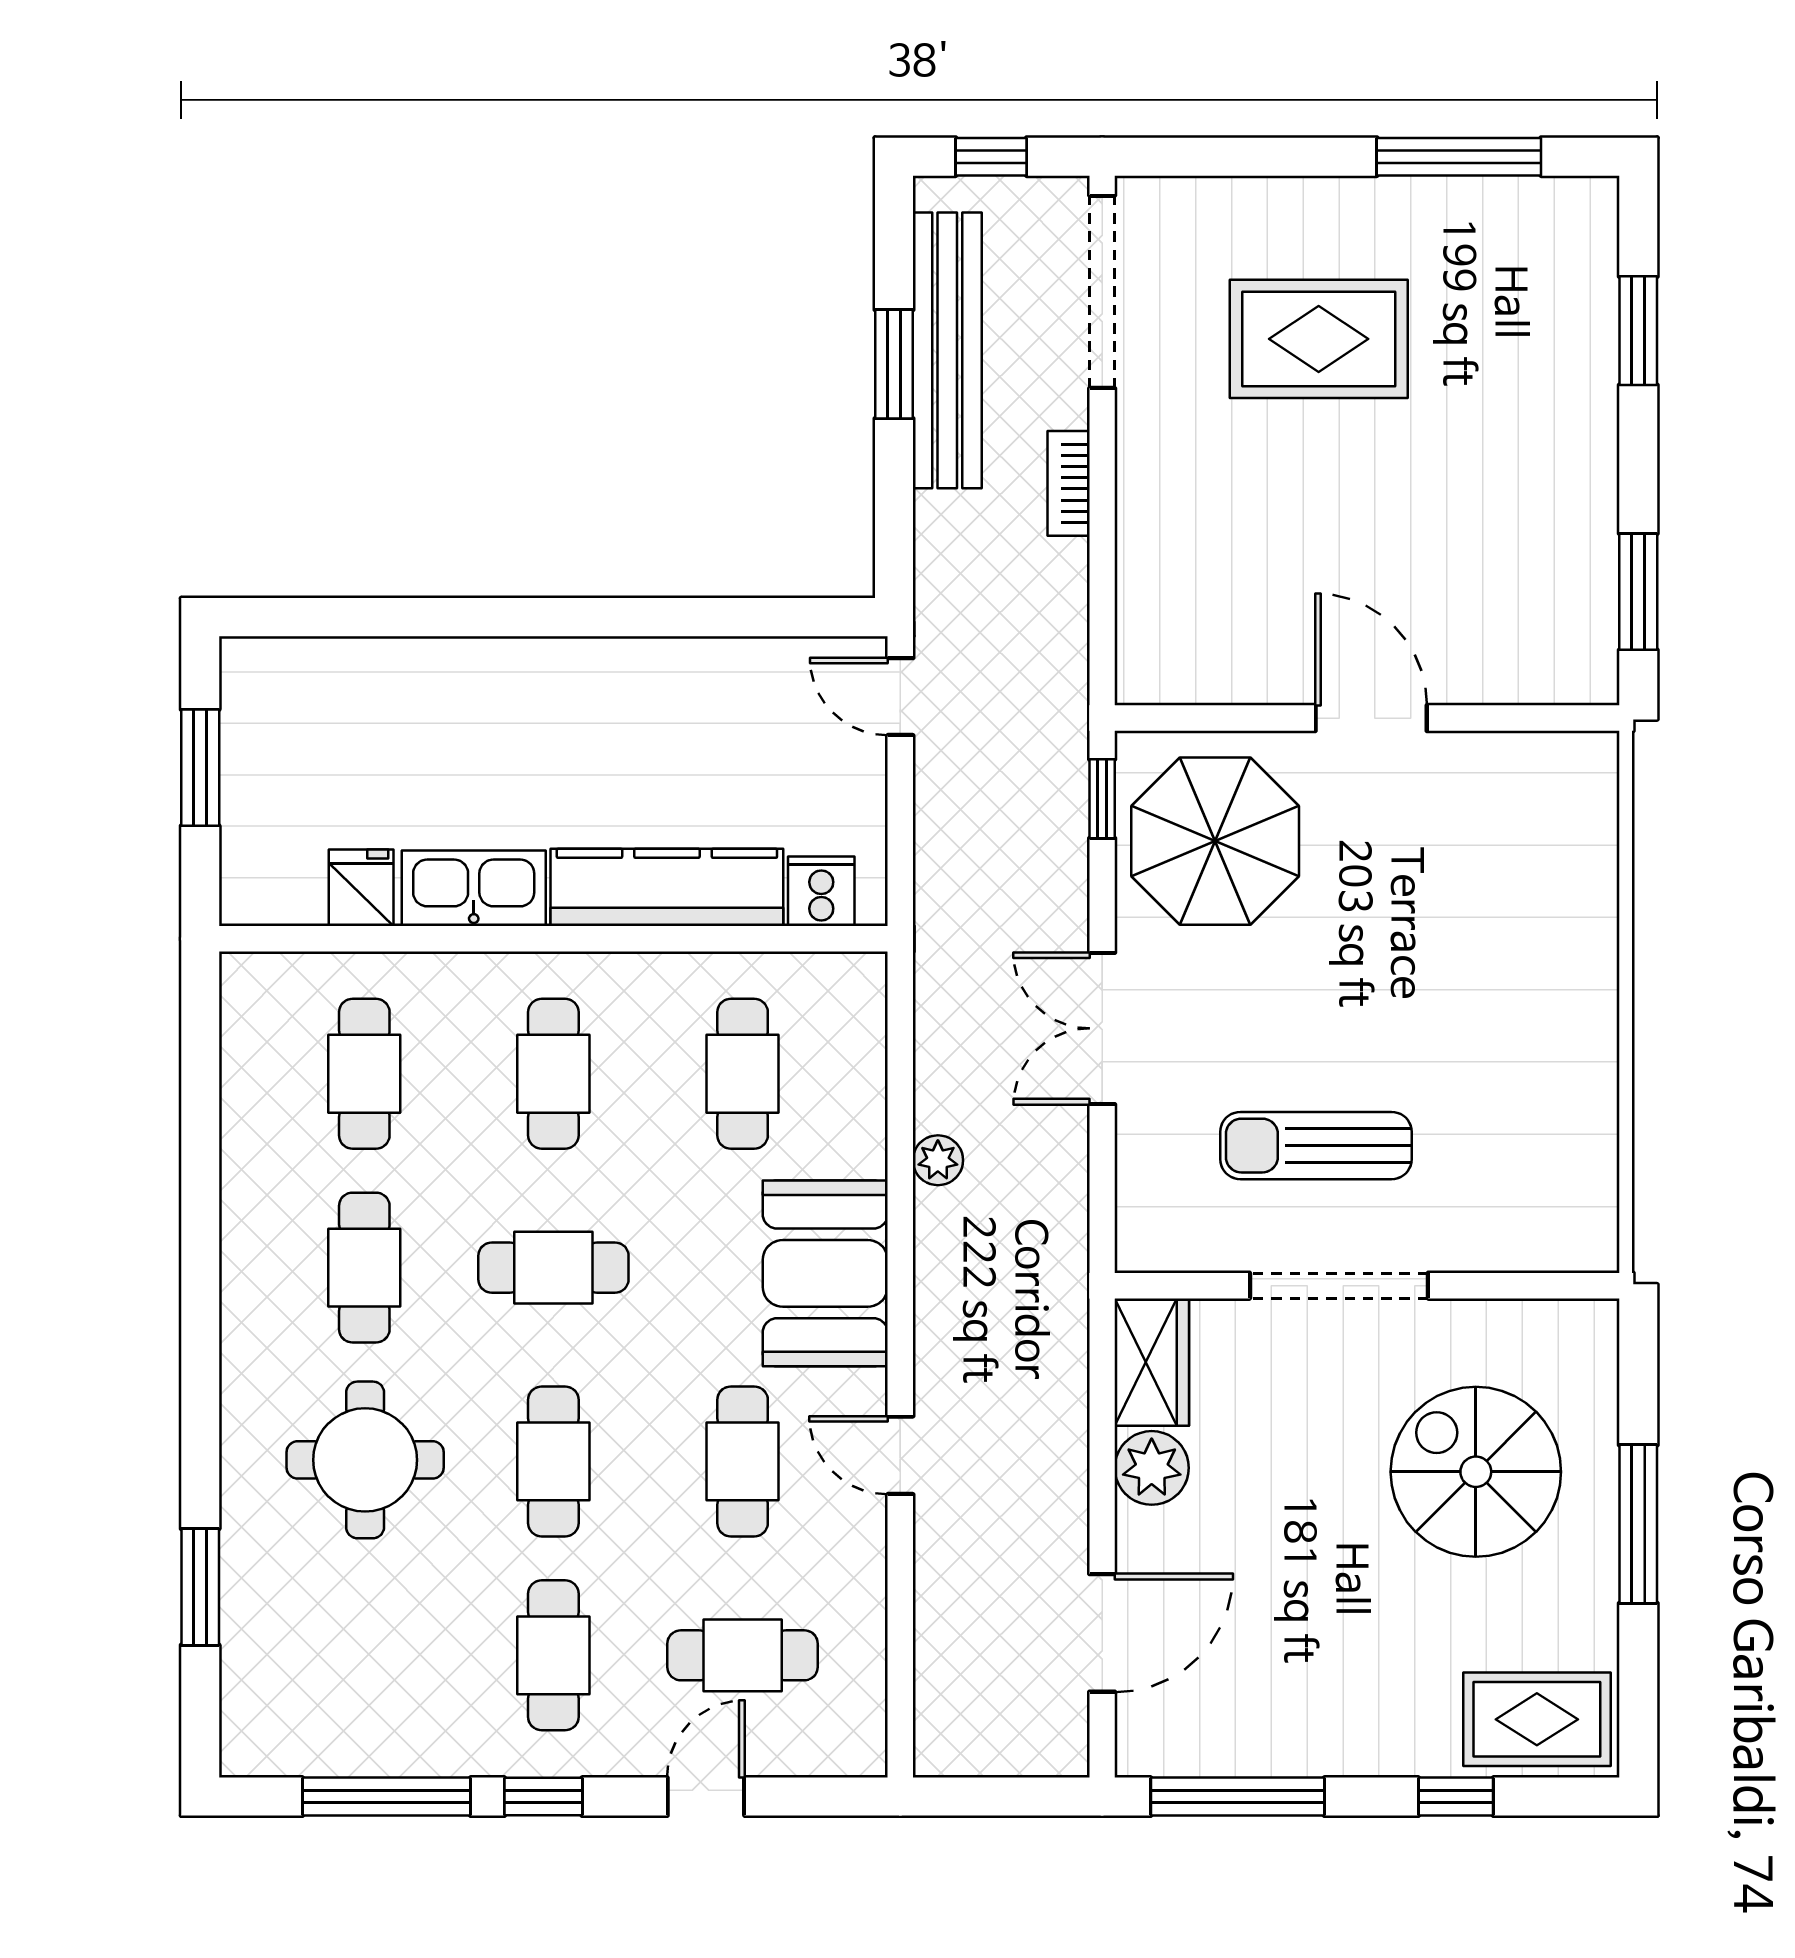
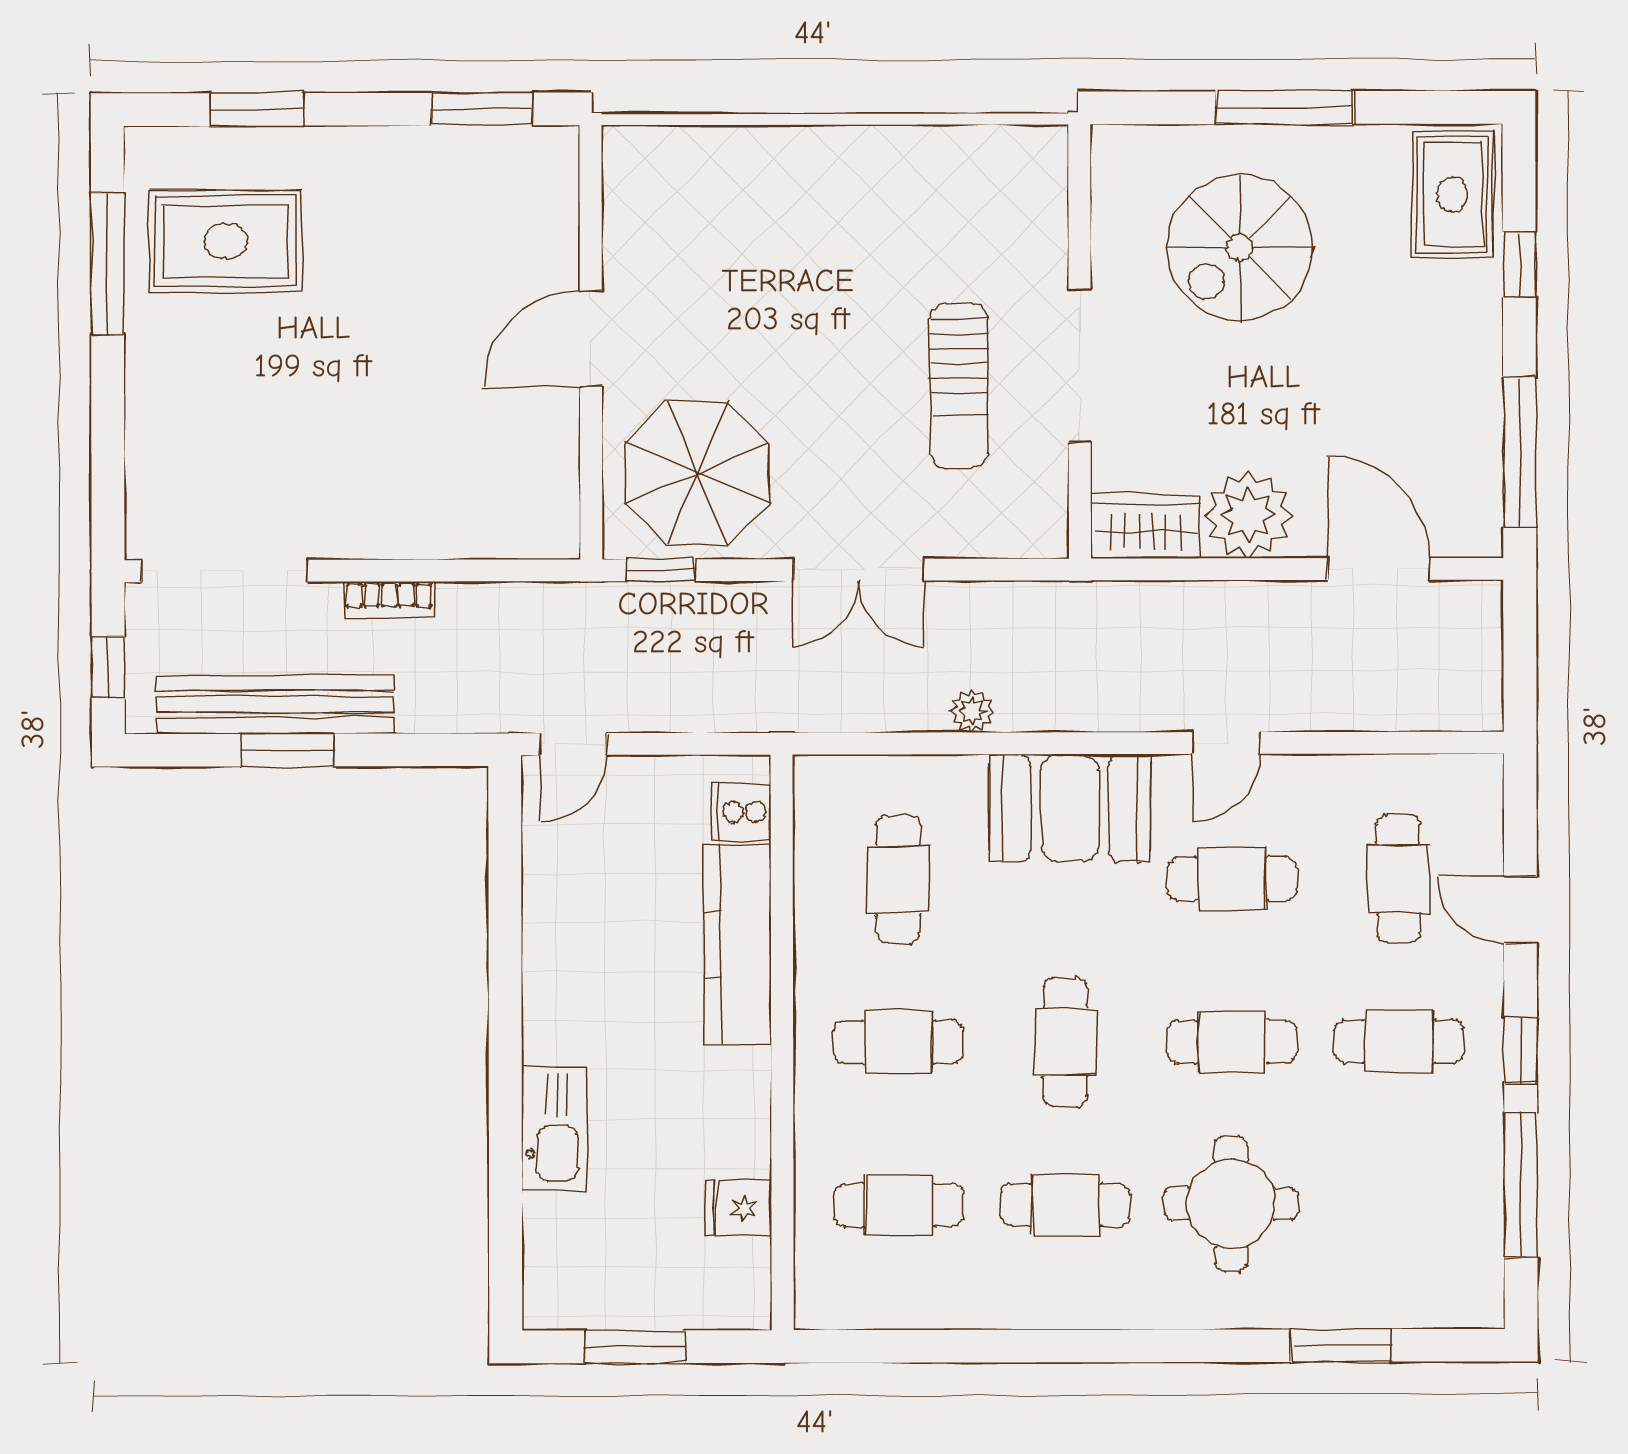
rug: (1319, 339) -> (226, 241), moved, turned 90
kitchen sink: (474, 888) -> (554, 1129), moved, turned 180
cafe table: (743, 1074) -> (898, 879), turned 90
plant: (1152, 1468) -> (1248, 515), width x1.36, depth x1.36

